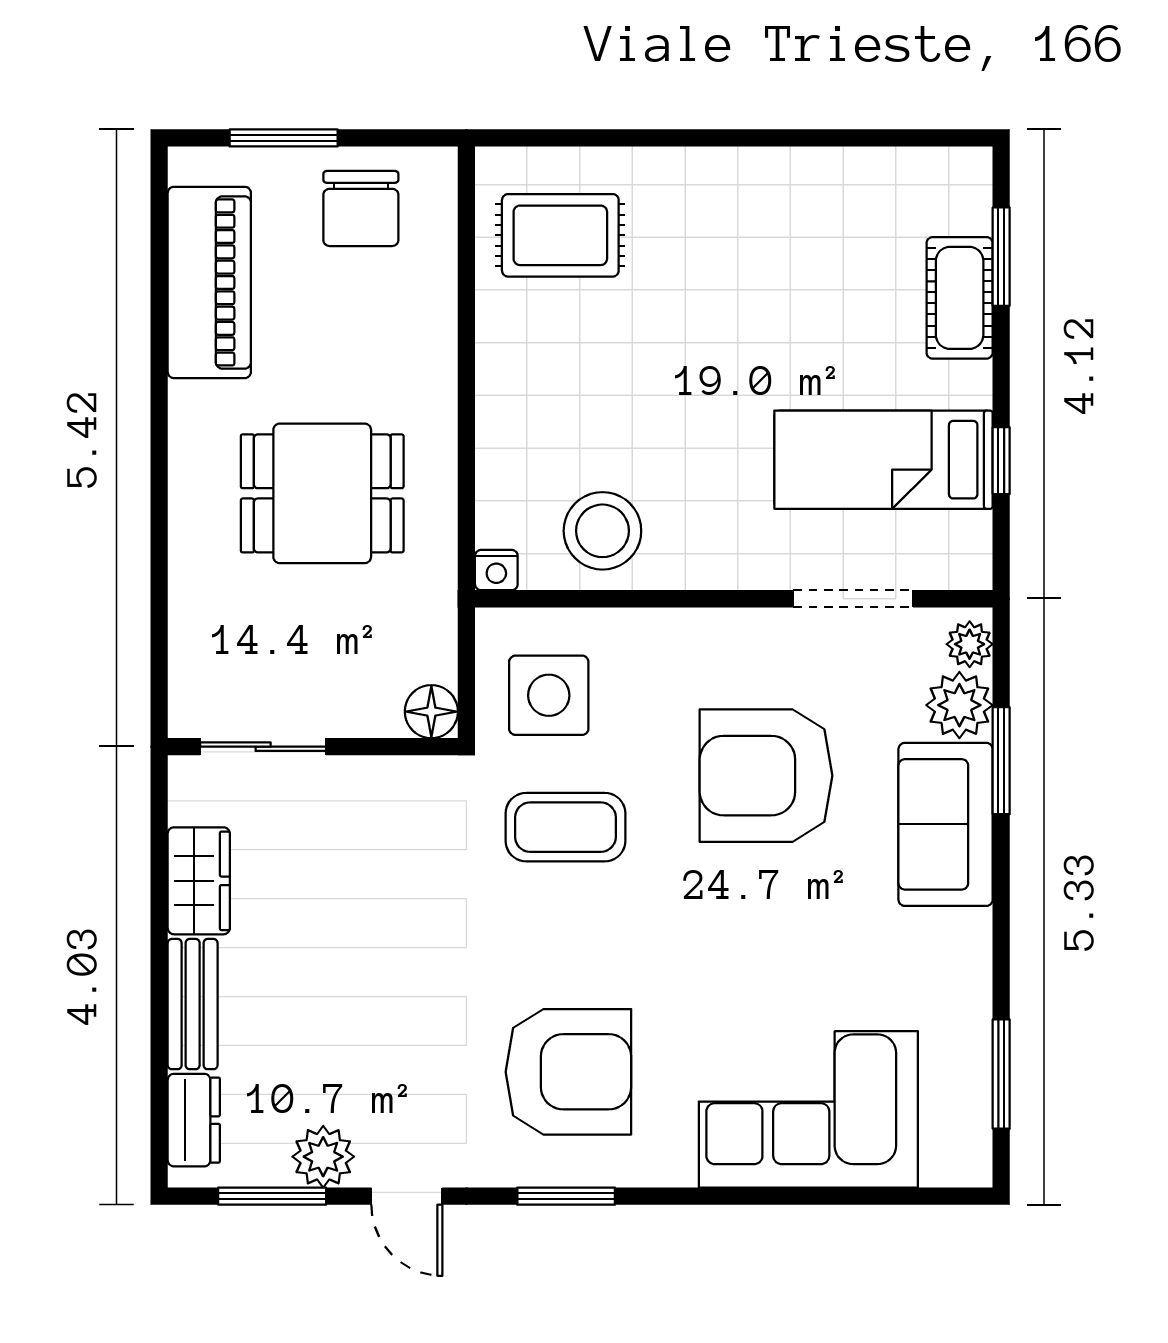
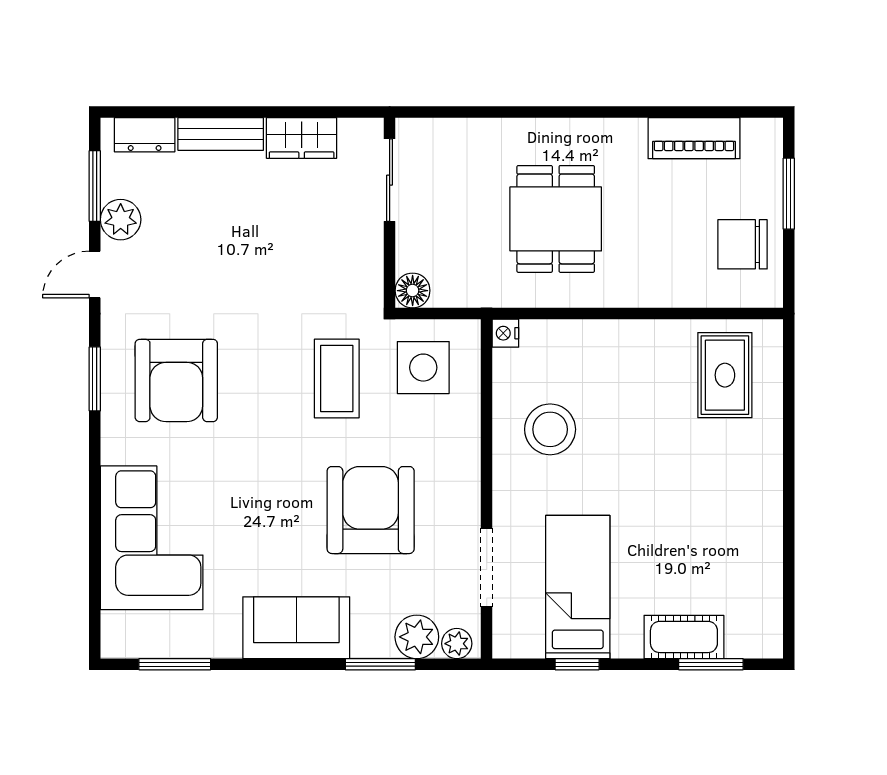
piano: (209, 282) -> (694, 138), width x0.73, depth x0.75
stool: (602, 531) -> (550, 429), moved
sofa: (946, 824) -> (296, 628), moved

